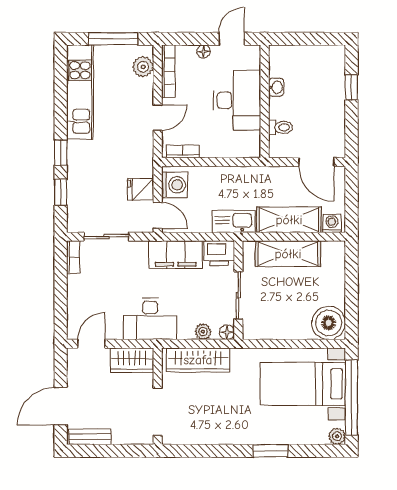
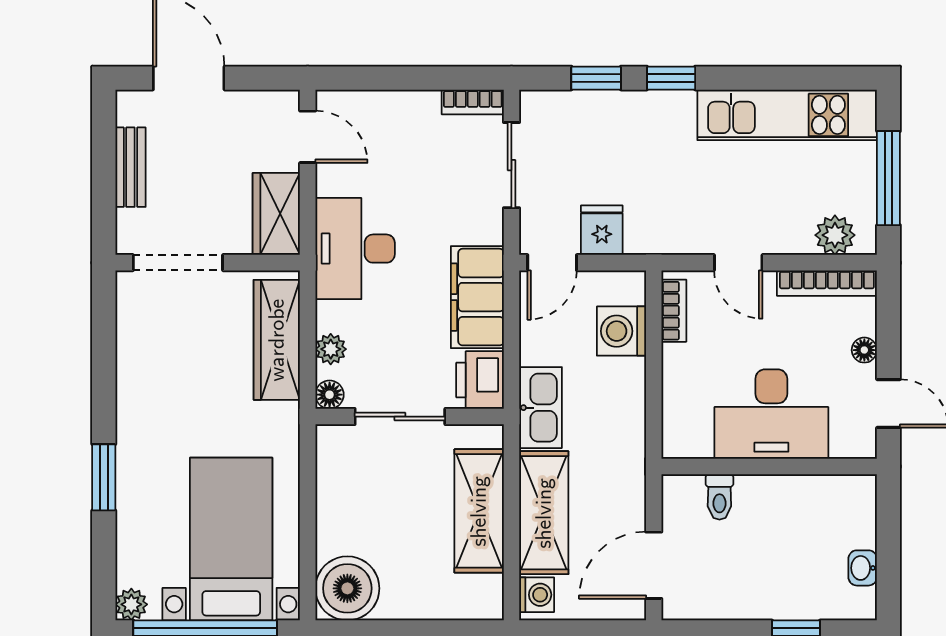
washbasin: (276, 87) -> (863, 568), moved, turned 90
washing machine: (175, 185) -> (621, 331), moved, turned 90
bench: (90, 437) -> (130, 167), moved

